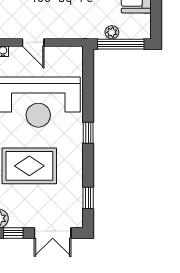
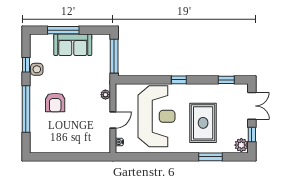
plant: (112, 32) -> (105, 95), moved

